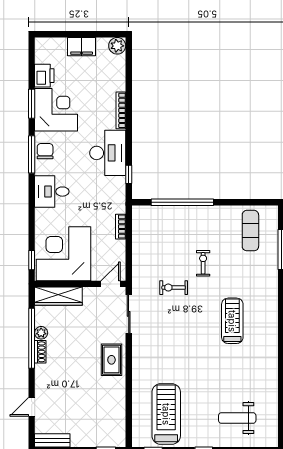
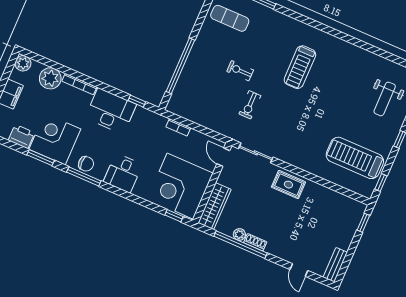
plant: (114, 79) -> (50, 78), added
chair: (45, 151) -> (86, 164), turned 180
treadmill: (232, 321) -> (300, 67), turned -90

